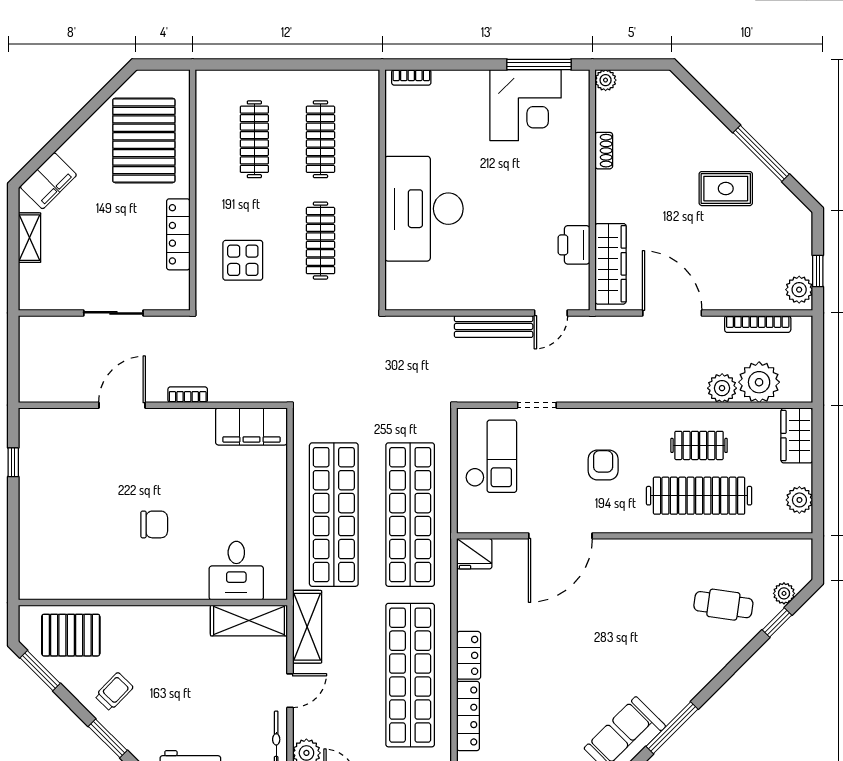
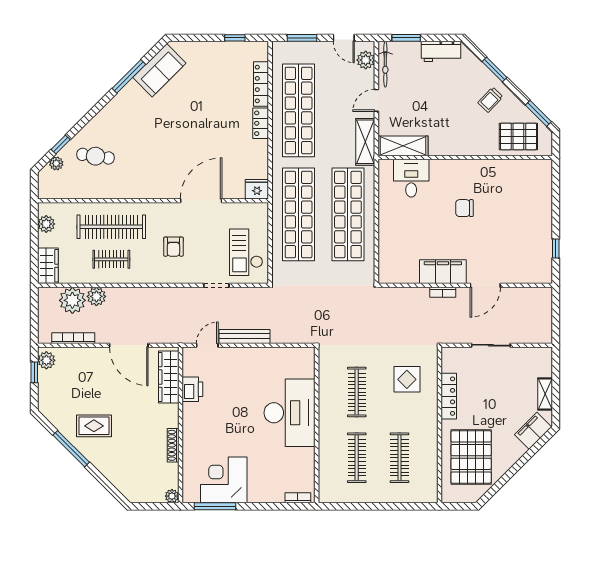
shoe rack: (604, 151) -> (173, 445), width x1.43
filing cabinet: (251, 426) -> (443, 272), moved

